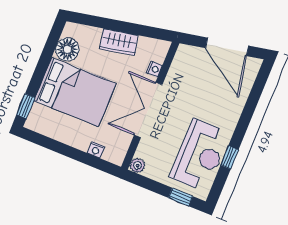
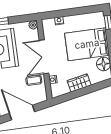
coffee table: (183, 84) -> (34, 80), added
double door: (148, 110) -> (44, 57), swing flipped

